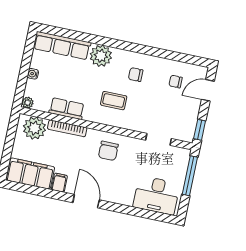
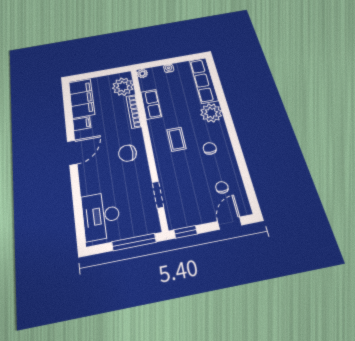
door: (208, 90) -> (230, 223), hinge flipped

